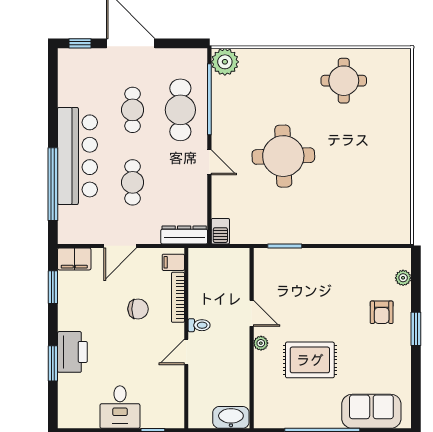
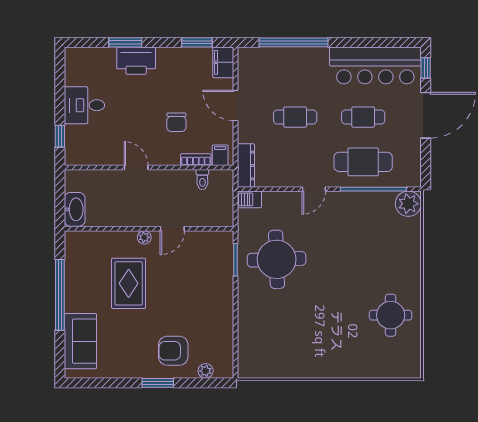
bar counter: (77, 156) -> (375, 65), moved
round table: (283, 156) -> (277, 259), moved
bookcase: (178, 297) -> (196, 160), width x0.64
armchair: (382, 312) -> (173, 351), width x1.38, depth x1.38
toilet: (199, 325) -> (202, 179), moved

